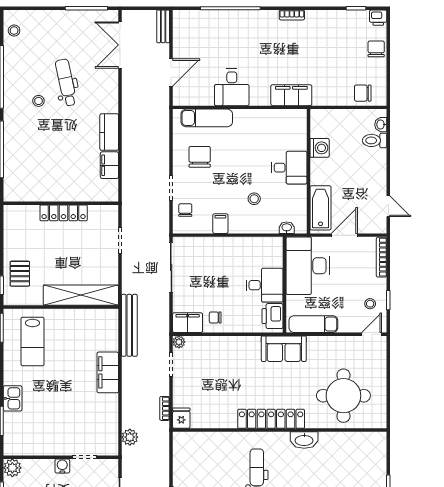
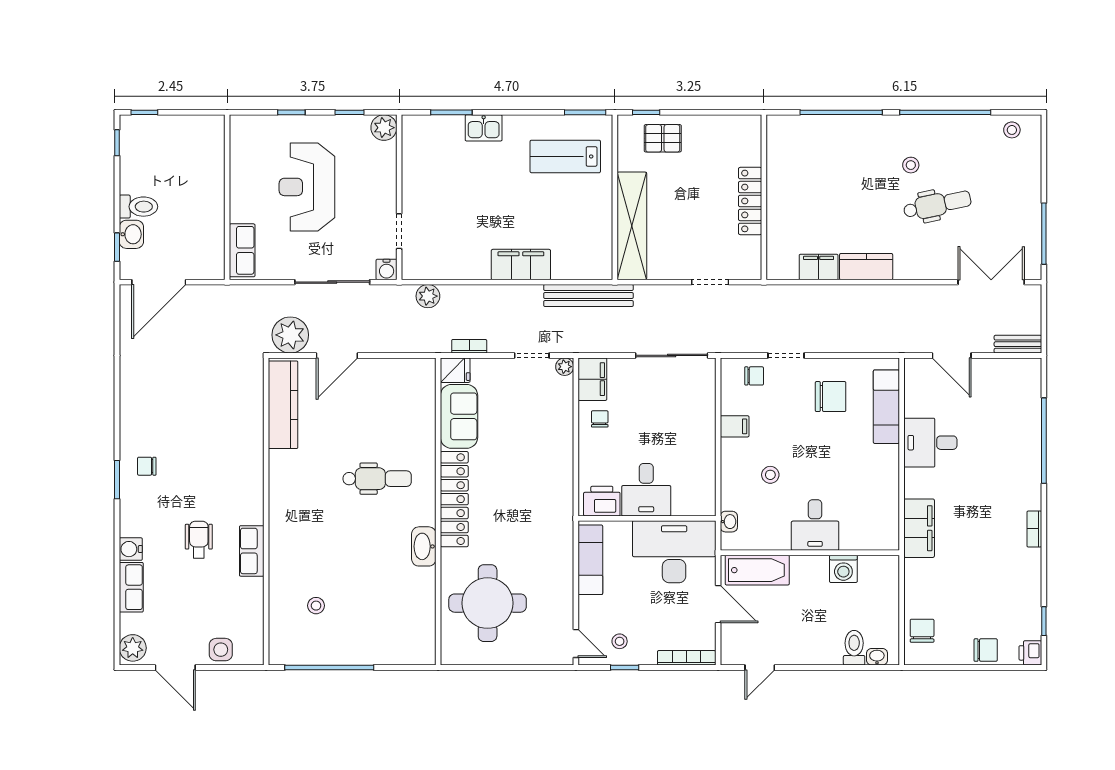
sofa: (284, 349) -> (459, 416), moved, turned 180
water cooler: (62, 466) -> (387, 269), moved, turned 90

